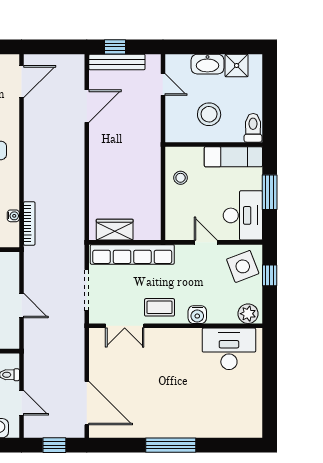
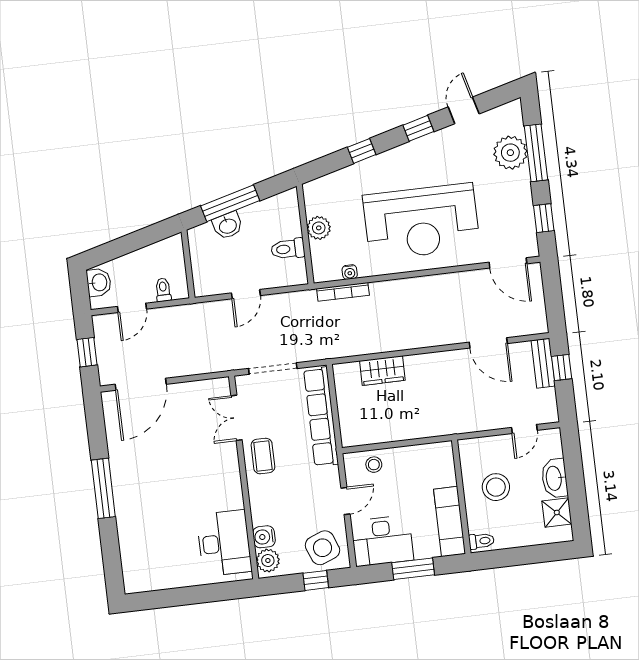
bench: (117, 62) -> (543, 363), width x0.73
toilet: (253, 128) -> (481, 541), width x0.73, depth x0.72
stool: (181, 178) -> (374, 465), moved
wardrobe: (115, 230) -> (382, 371), moved, turned 90
water cooler: (197, 315) -> (264, 537), moved

